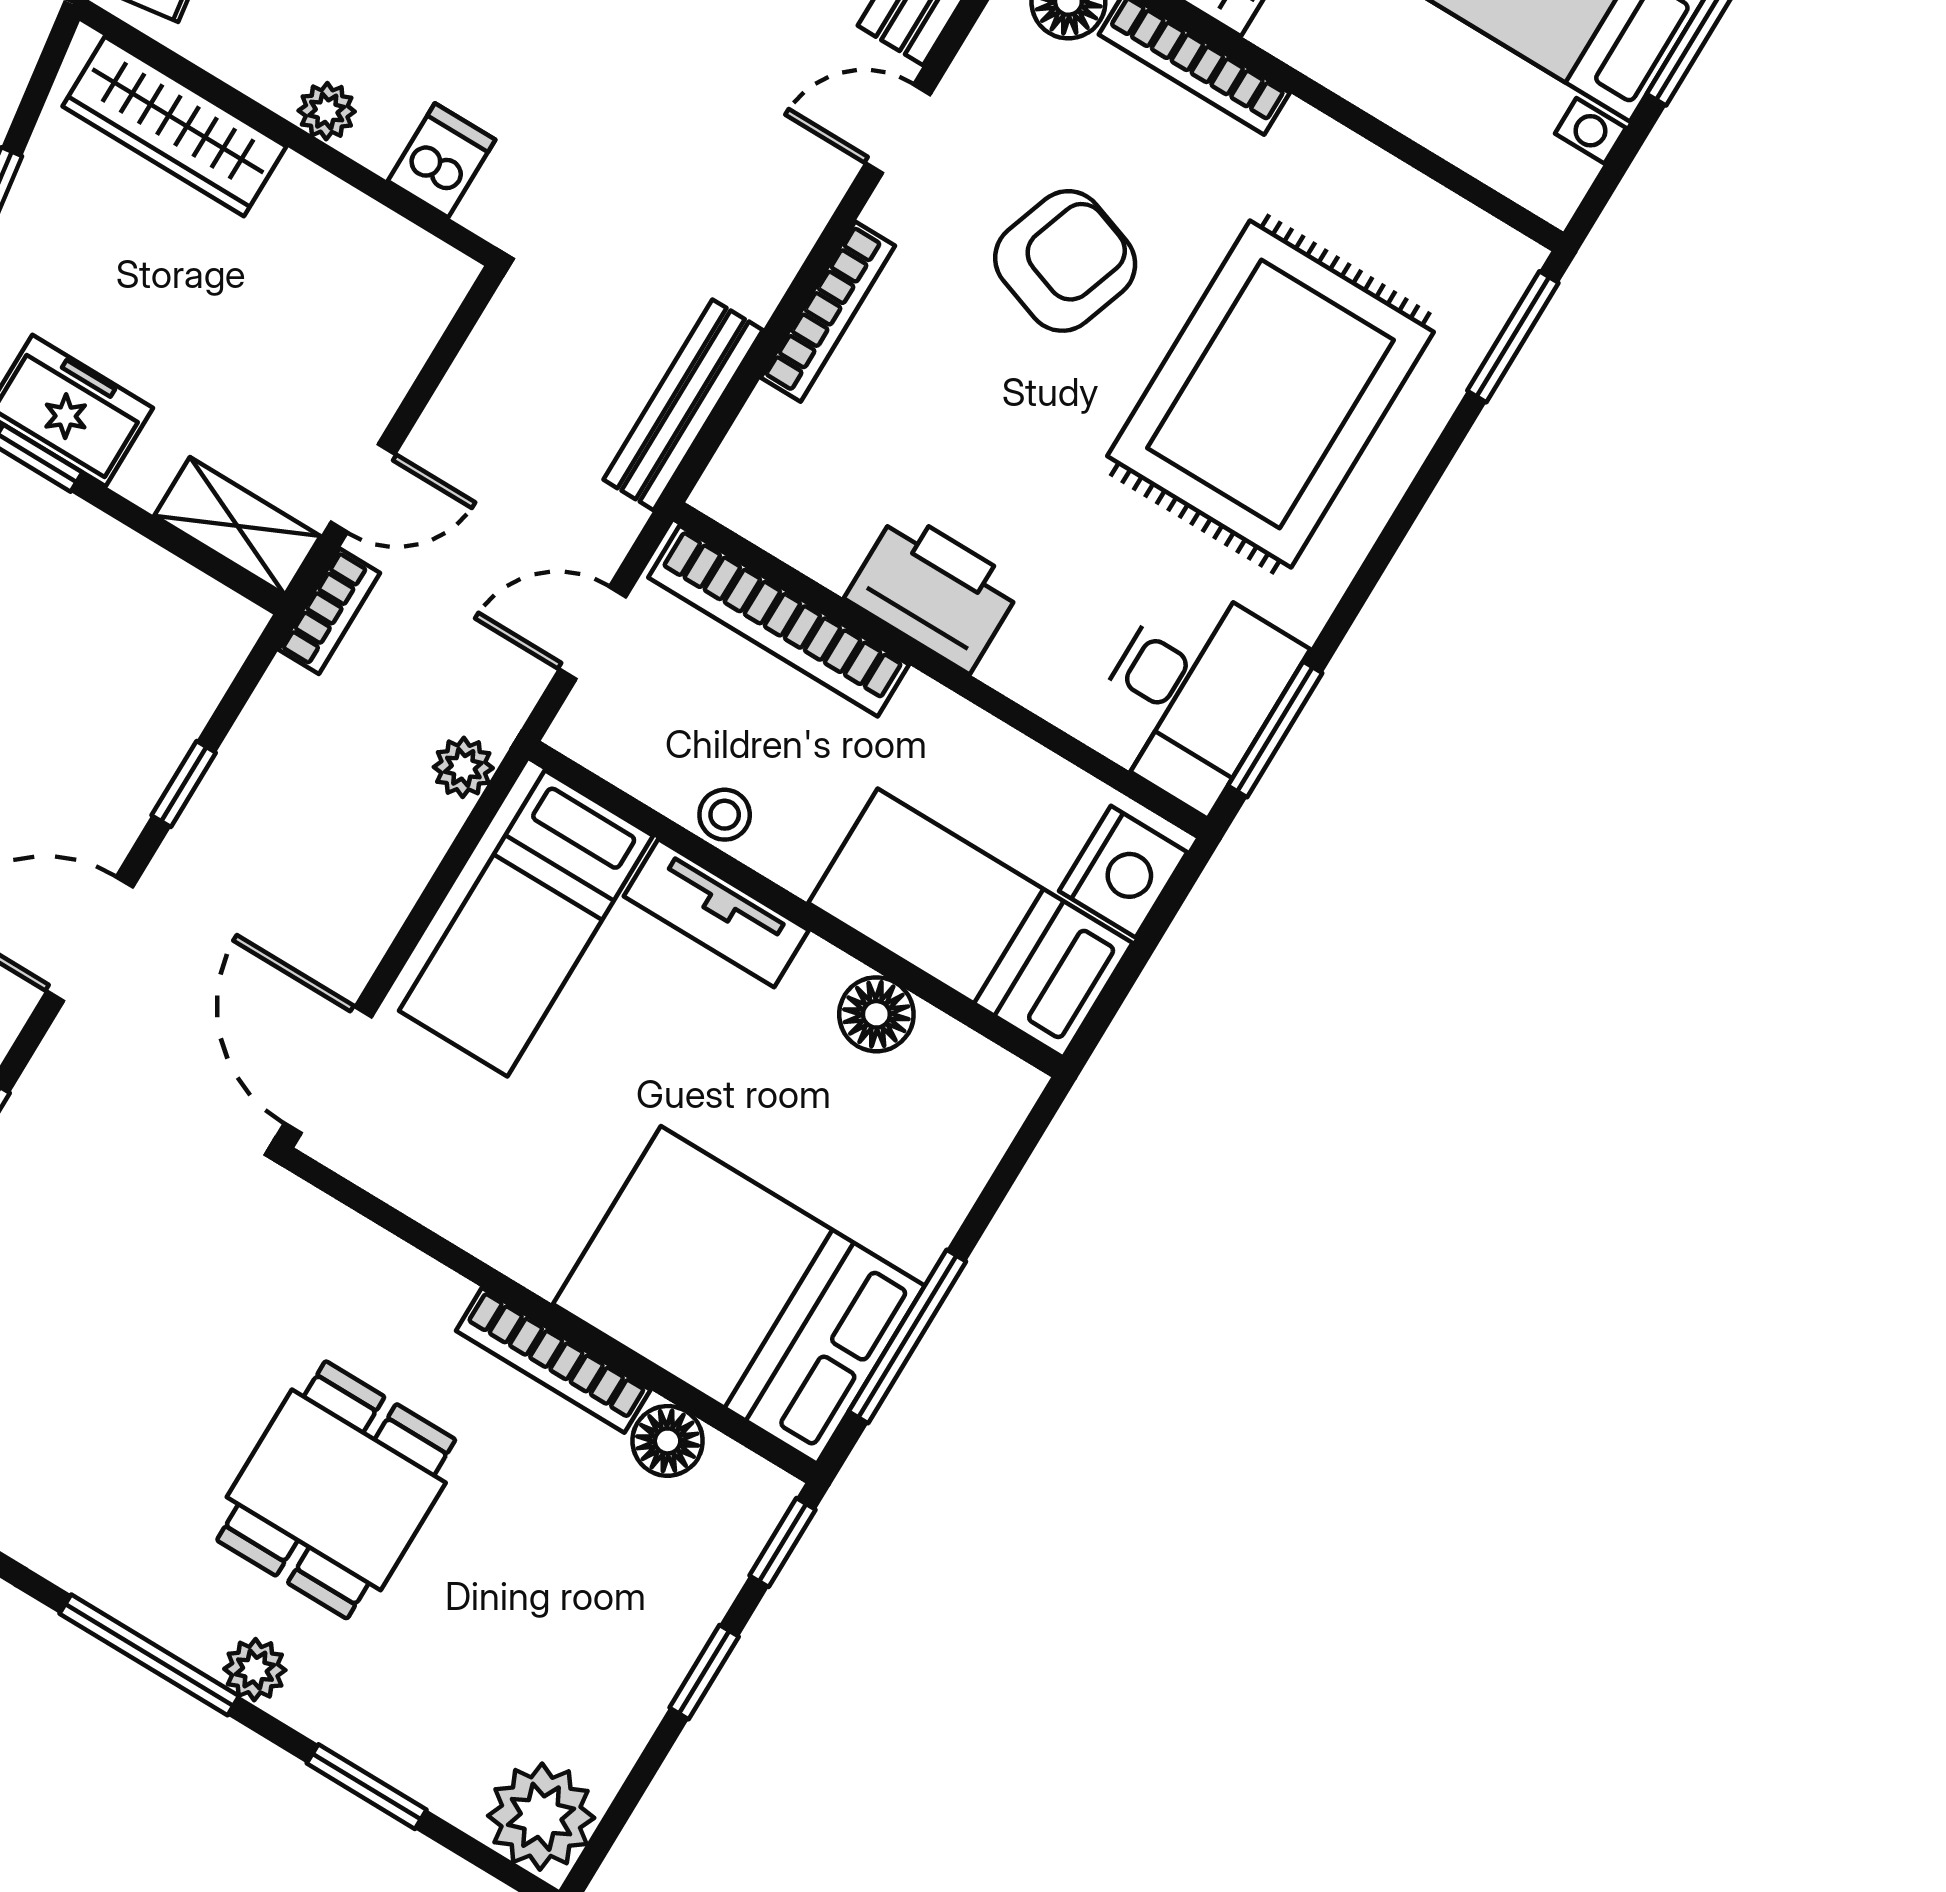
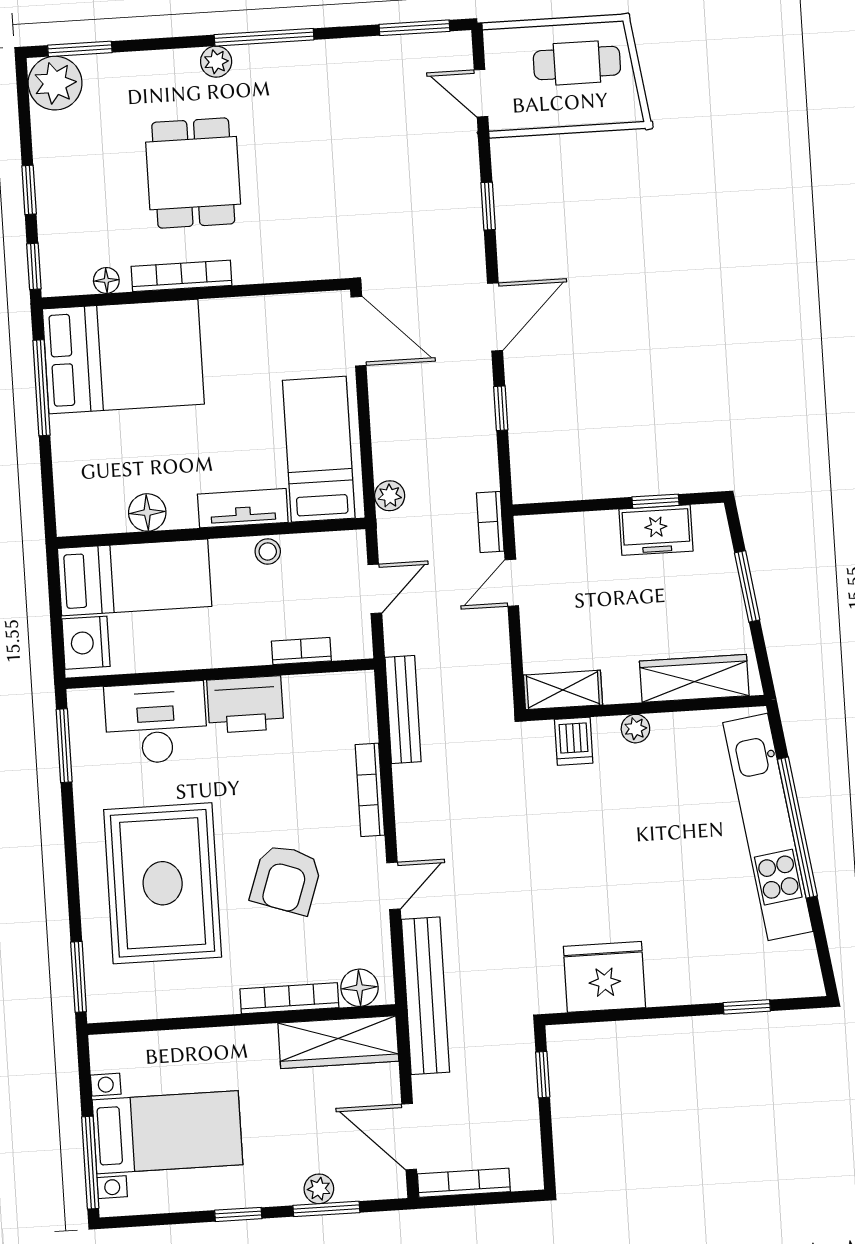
shelving: (237, 526) -> (563, 690), moved
bookcase: (779, 621) -> (301, 651), width x0.43, depth x0.76
desk: (1192, 694) -> (156, 723), moved, turned 90
floor lamp: (668, 1441) -> (106, 280), width x0.73, depth x0.73
dining table: (336, 1490) -> (193, 173), moved
window: (367, 1787) -> (80, 49), moved

